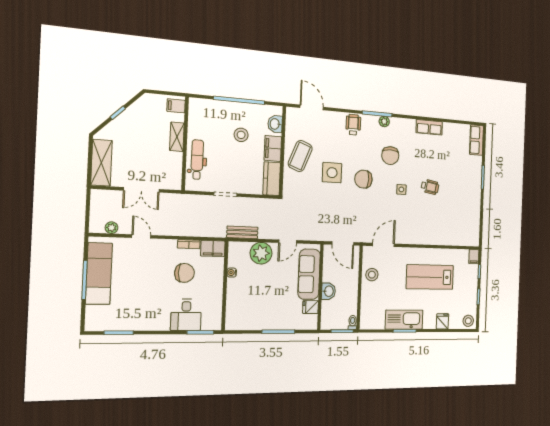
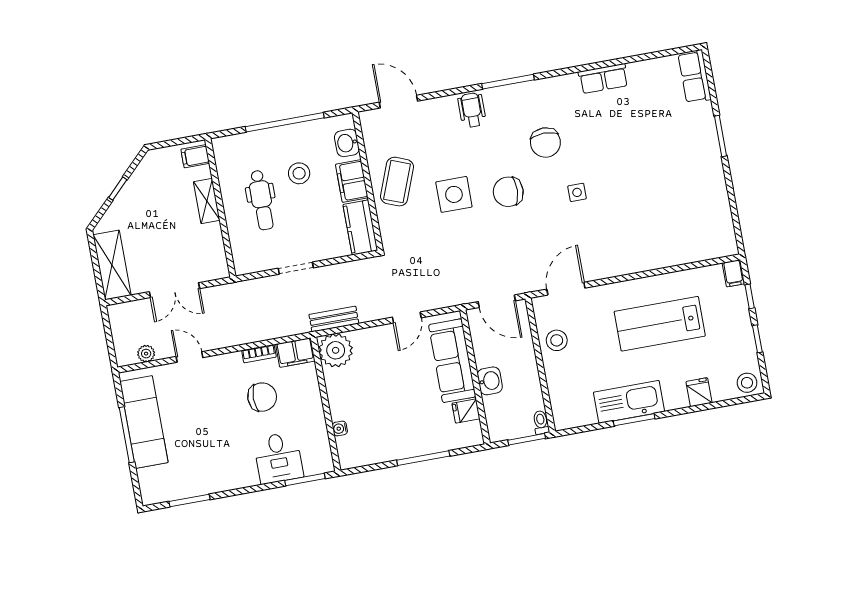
plant: (384, 121) -> (523, 91), removed
dental chair: (197, 160) -> (261, 200), moved, turned 180
wheelchair: (430, 187) -> (627, 176), removed
plant: (261, 253) -> (336, 350), moved
water cooler: (232, 273) -> (340, 428), moved

